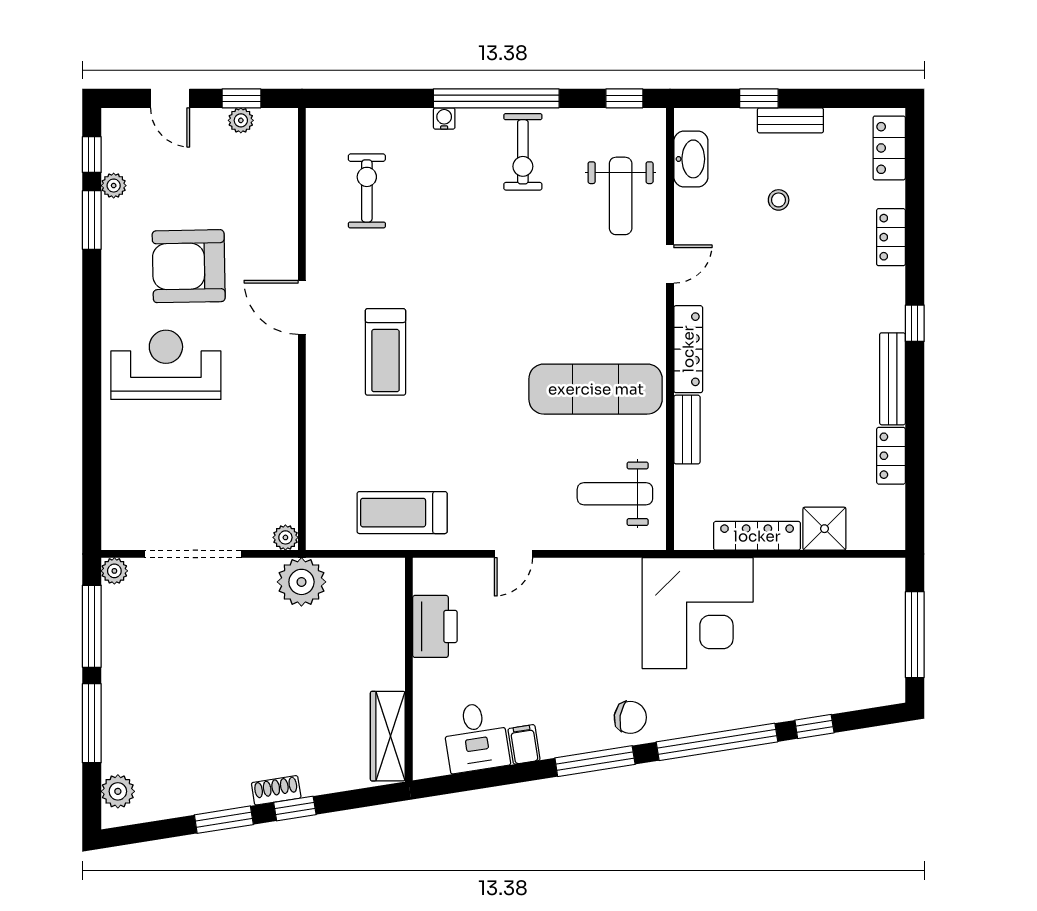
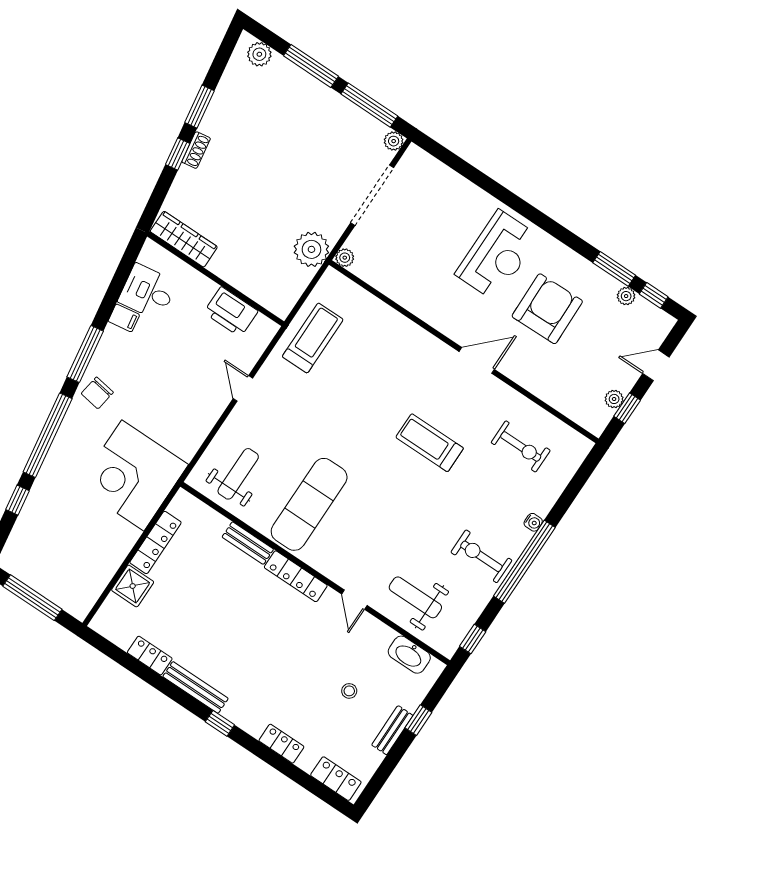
treadmill: (385, 352) -> (430, 443), moved

